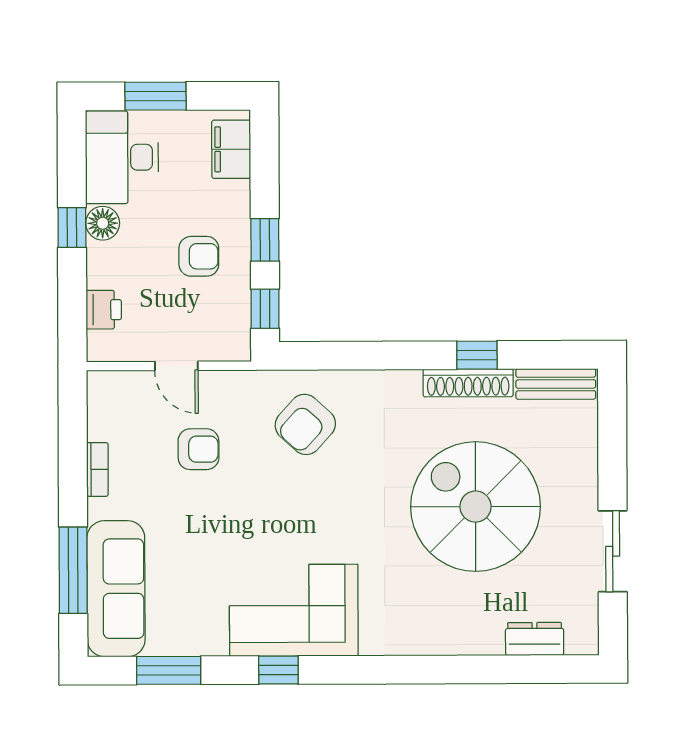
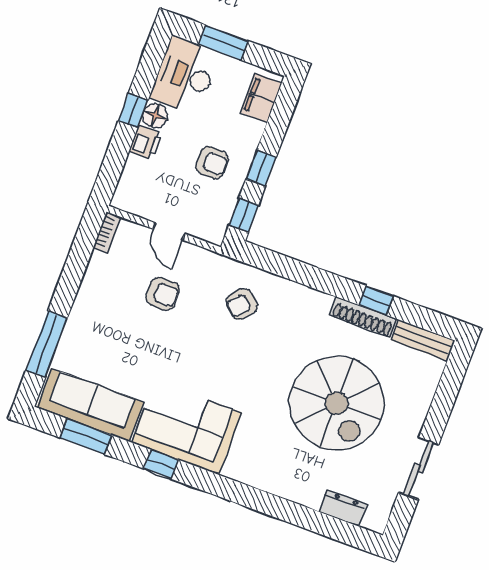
printer: (104, 310) -> (146, 142), moved
armchair: (305, 424) -> (242, 304), width x0.72, depth x0.72
bookcase: (97, 469) -> (107, 232), moved
spiral stairs: (476, 507) -> (337, 403), turned 180
sofa: (116, 589) -> (90, 405), moved, turned -90

